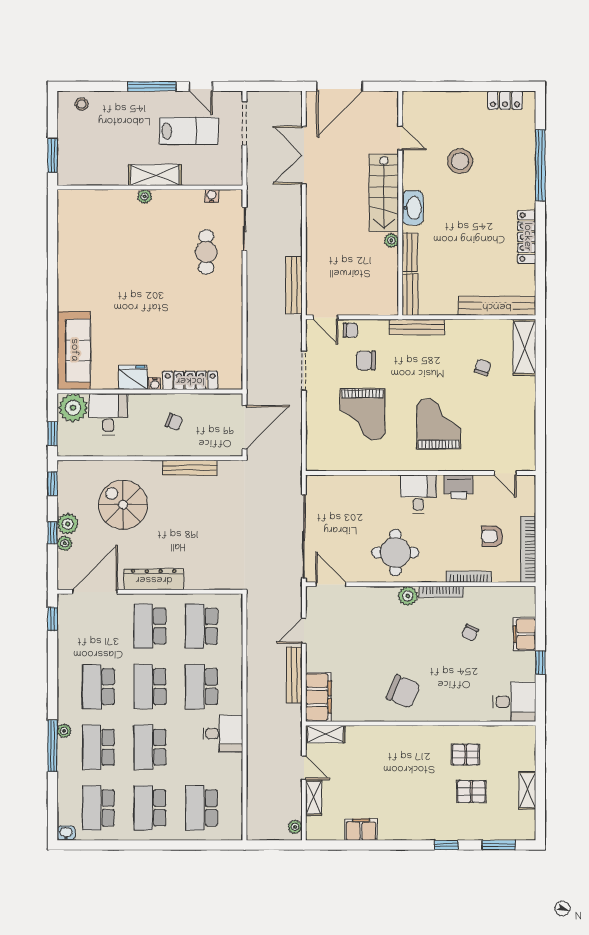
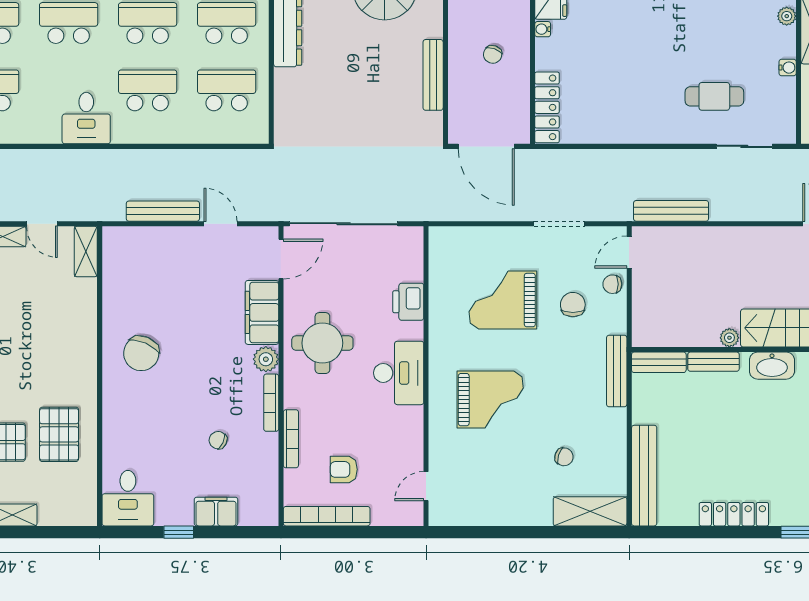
water cooler: (211, 196) -> (788, 68), moved
chair: (350, 330) -> (612, 284), turned 90
locker: (190, 380) -> (547, 107), moved
printer: (459, 487) -> (408, 302), moved
desk: (418, 494) -> (399, 373), width x1.37
armchair: (492, 536) -> (344, 469), turned -90
filing cabinet: (318, 697) -> (262, 312), moved, turned 90
pallet: (465, 755) -> (59, 434), width x1.50, depth x1.42
door: (304, 768) -> (42, 224), hinge flipped

